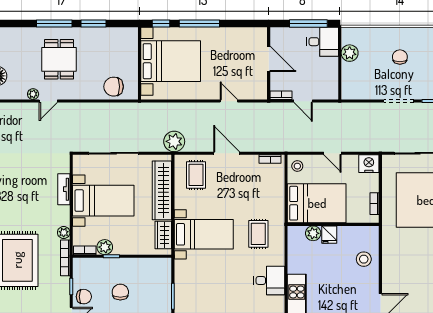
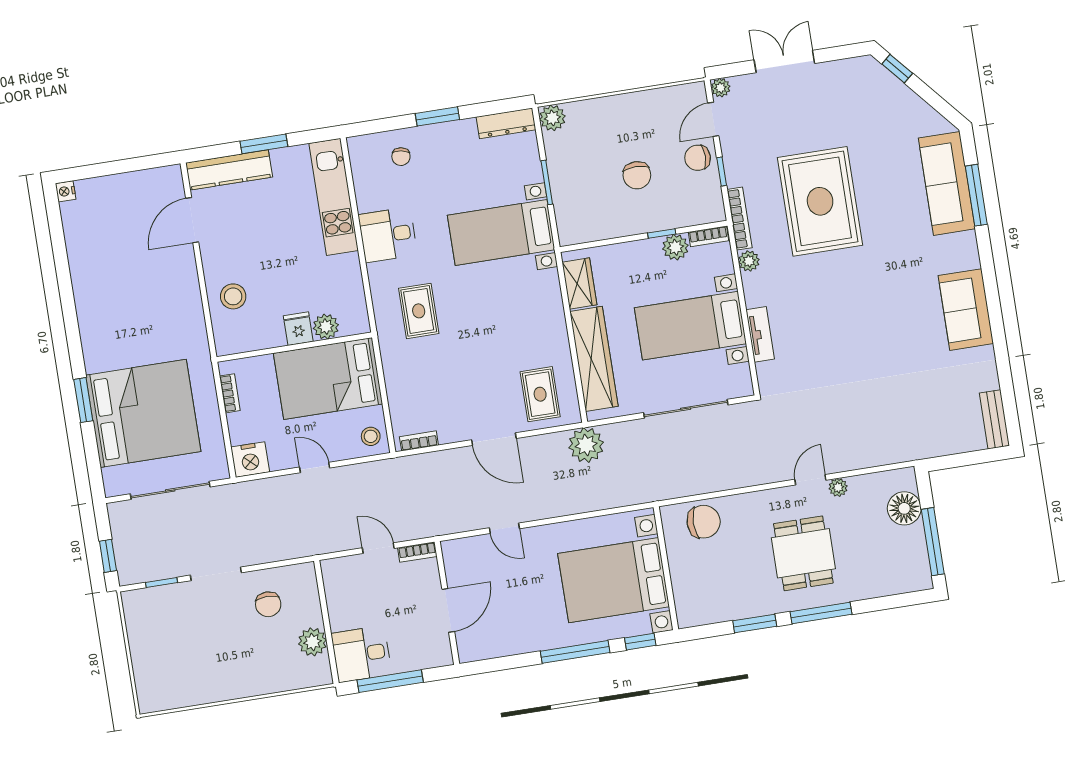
chair: (400, 57) -> (268, 604), moved
door: (269, 59) -> (448, 610), swing flipped
bed with nightstands: (204, 234) -> (501, 233), moved

